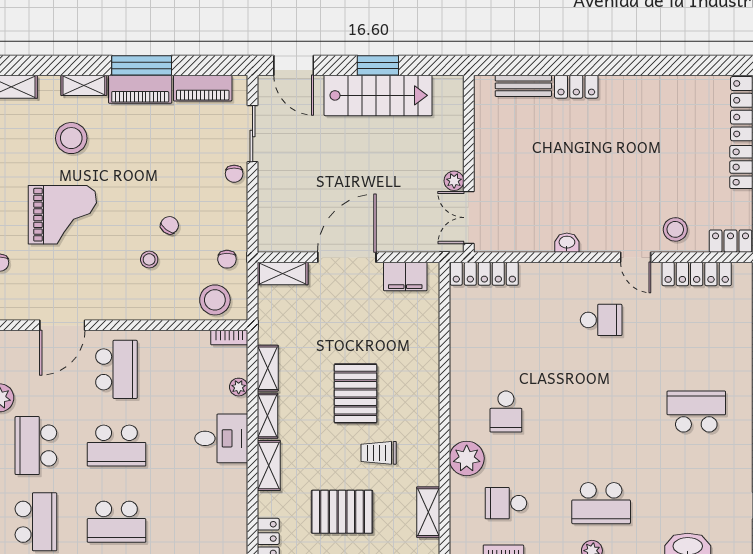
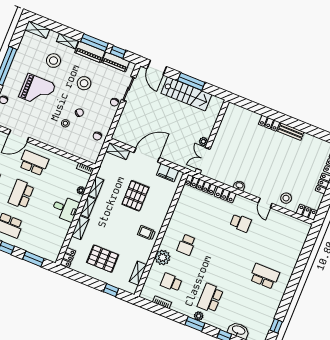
window: (199, 65) -> (118, 52), added
window: (378, 65) -> (191, 82), width x1.44
bench: (523, 86) -> (291, 132), moved
locker: (697, 274) -> (225, 195), moved, width x0.66
stool: (215, 300) -> (84, 83), moved
school desk: (116, 369) -> (34, 163), turned -90
pallet: (355, 393) -> (135, 196), moved
school desk: (116, 446) -> (21, 194), turned 90
trolley: (379, 453) -> (146, 233), moved
school desk: (601, 503) -> (210, 298), turned 90

